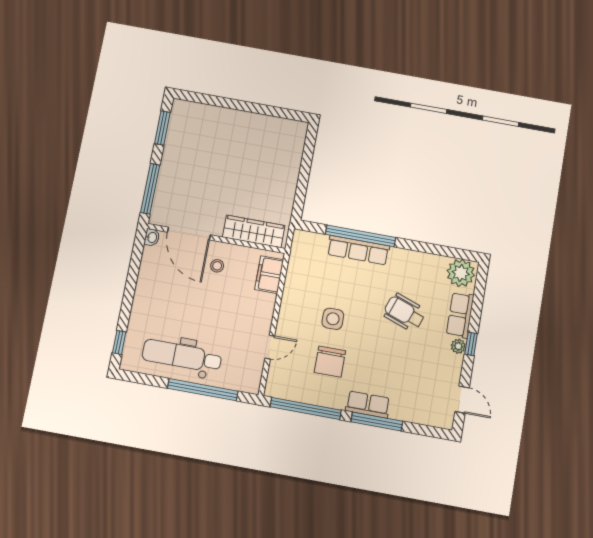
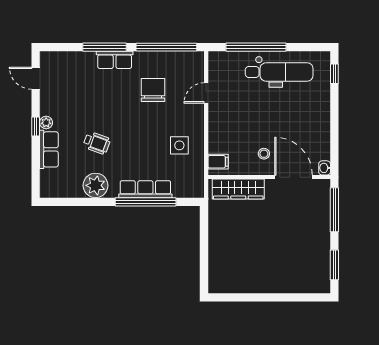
plant: (461, 273) -> (96, 185), moved
filing cabinet: (269, 275) -> (218, 162), width x0.50
wheelchair: (404, 312) -> (97, 143), width x0.73, depth x0.73
side table: (333, 319) -> (179, 145), moved

